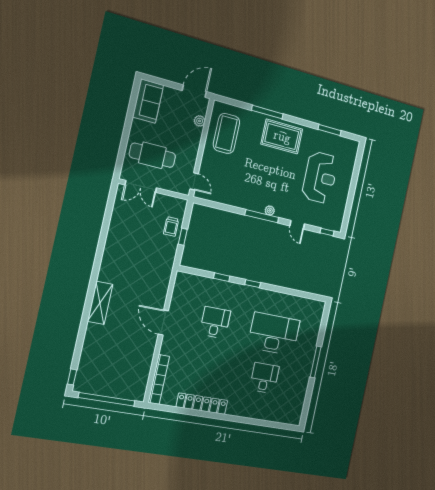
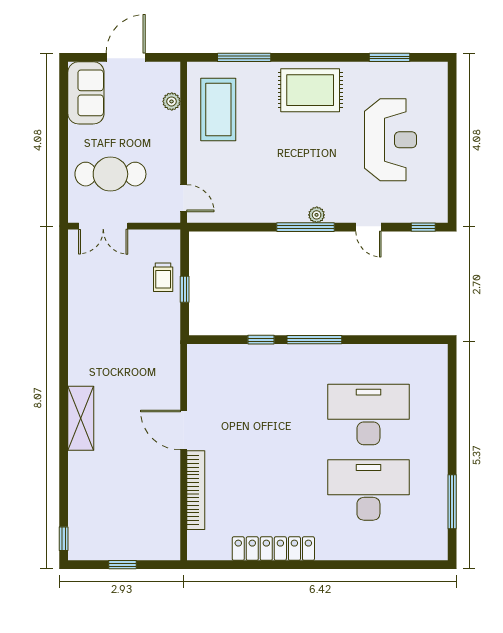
door: (194, 91) -> (126, 57), moved
window: (267, 112) -> (244, 57), moved
window: (253, 284) -> (314, 340), width x2.17
desk: (215, 323) -> (266, 415), removed
window: (316, 362) -> (452, 502), moved
desk: (264, 378) -> (368, 490), width x1.87, depth x1.30
bookcase: (159, 379) -> (196, 490), moved
window: (107, 399) -> (123, 565), width x0.32

